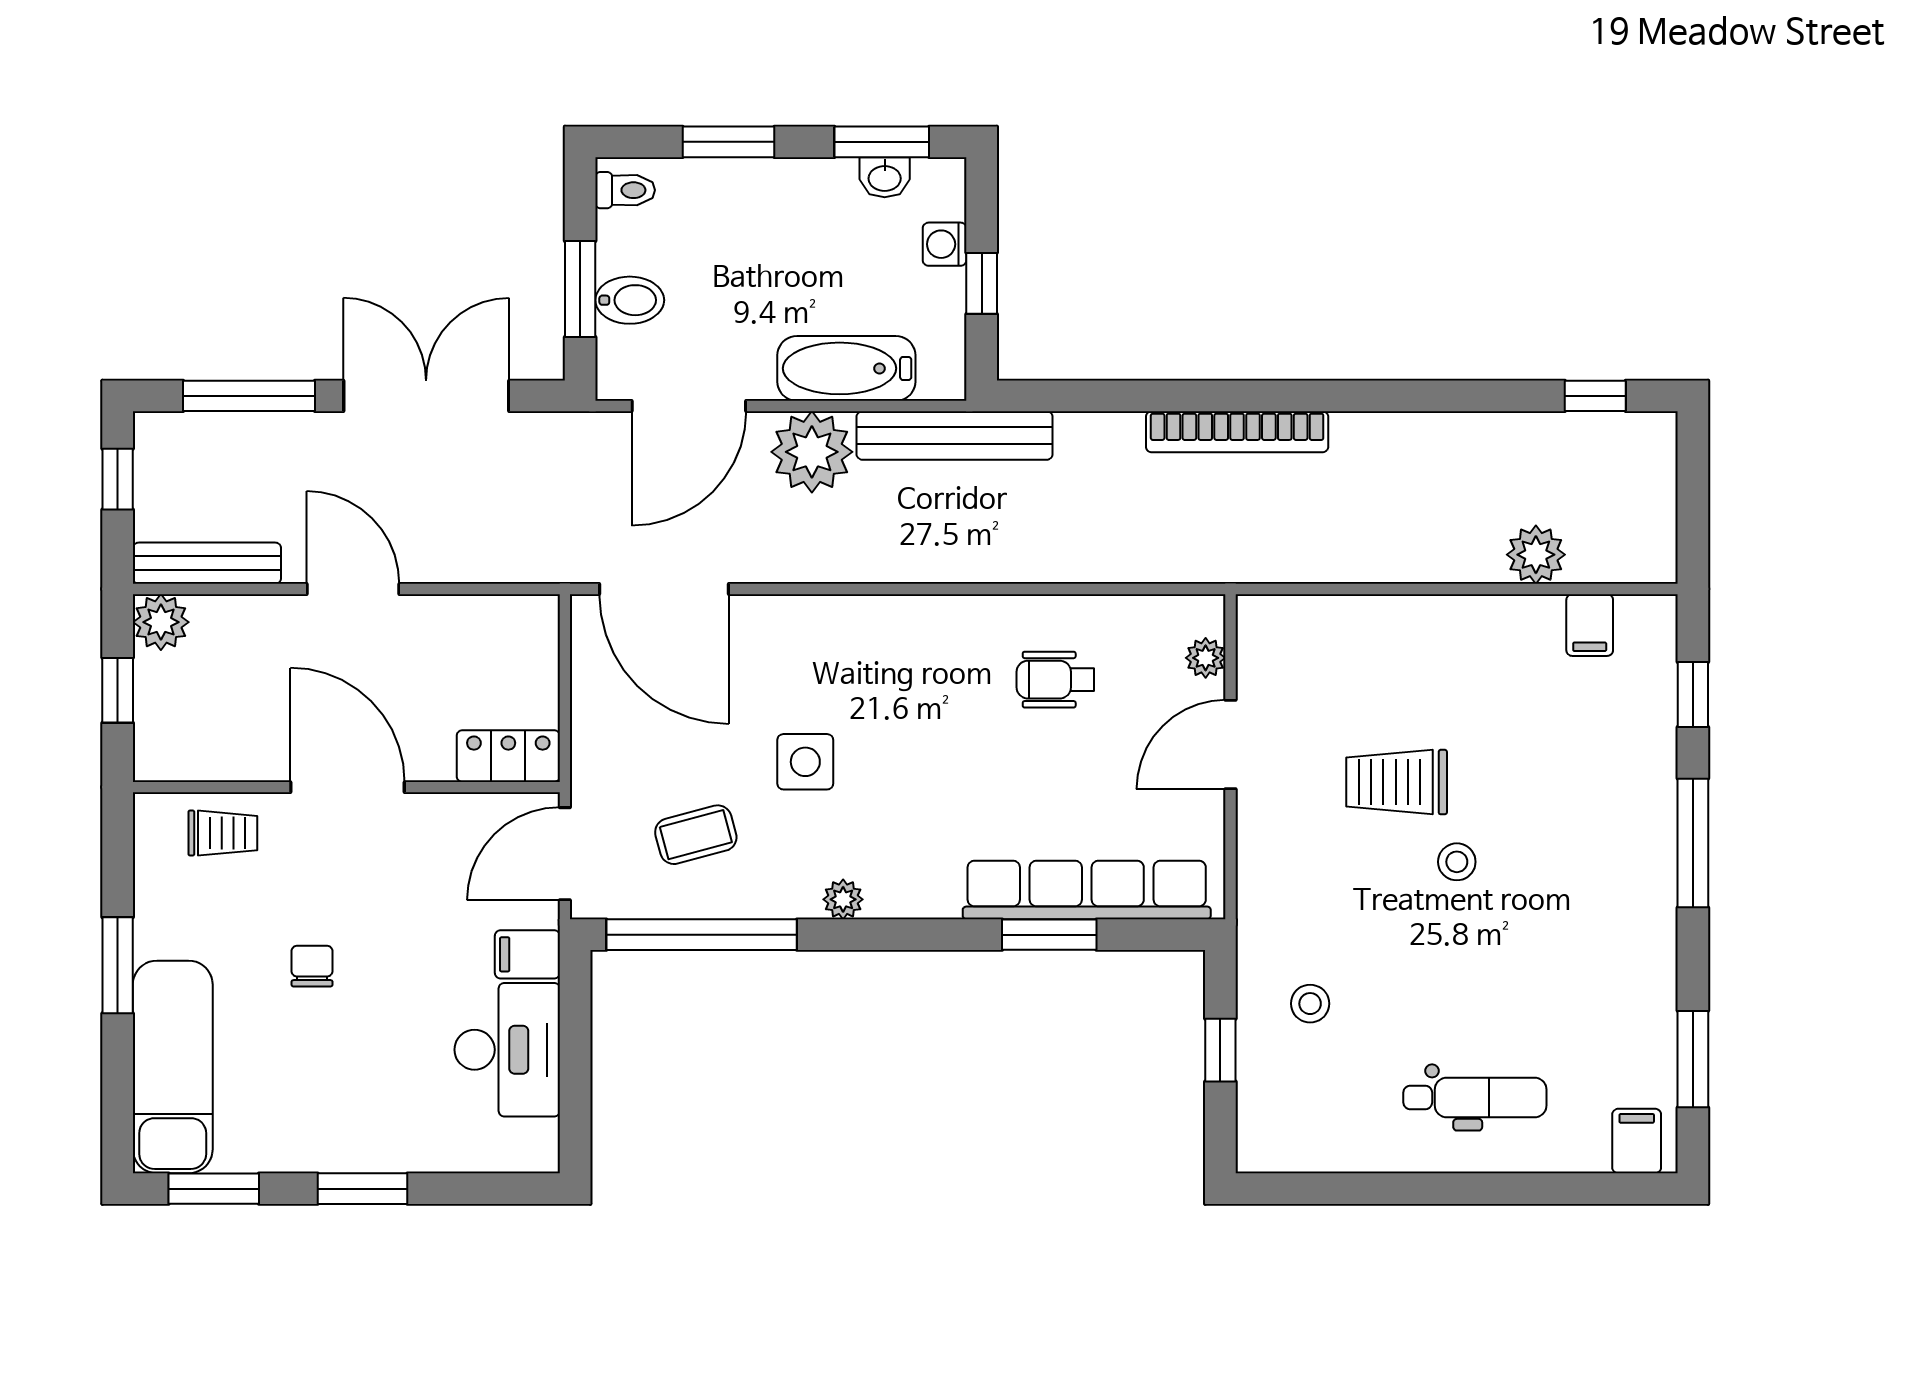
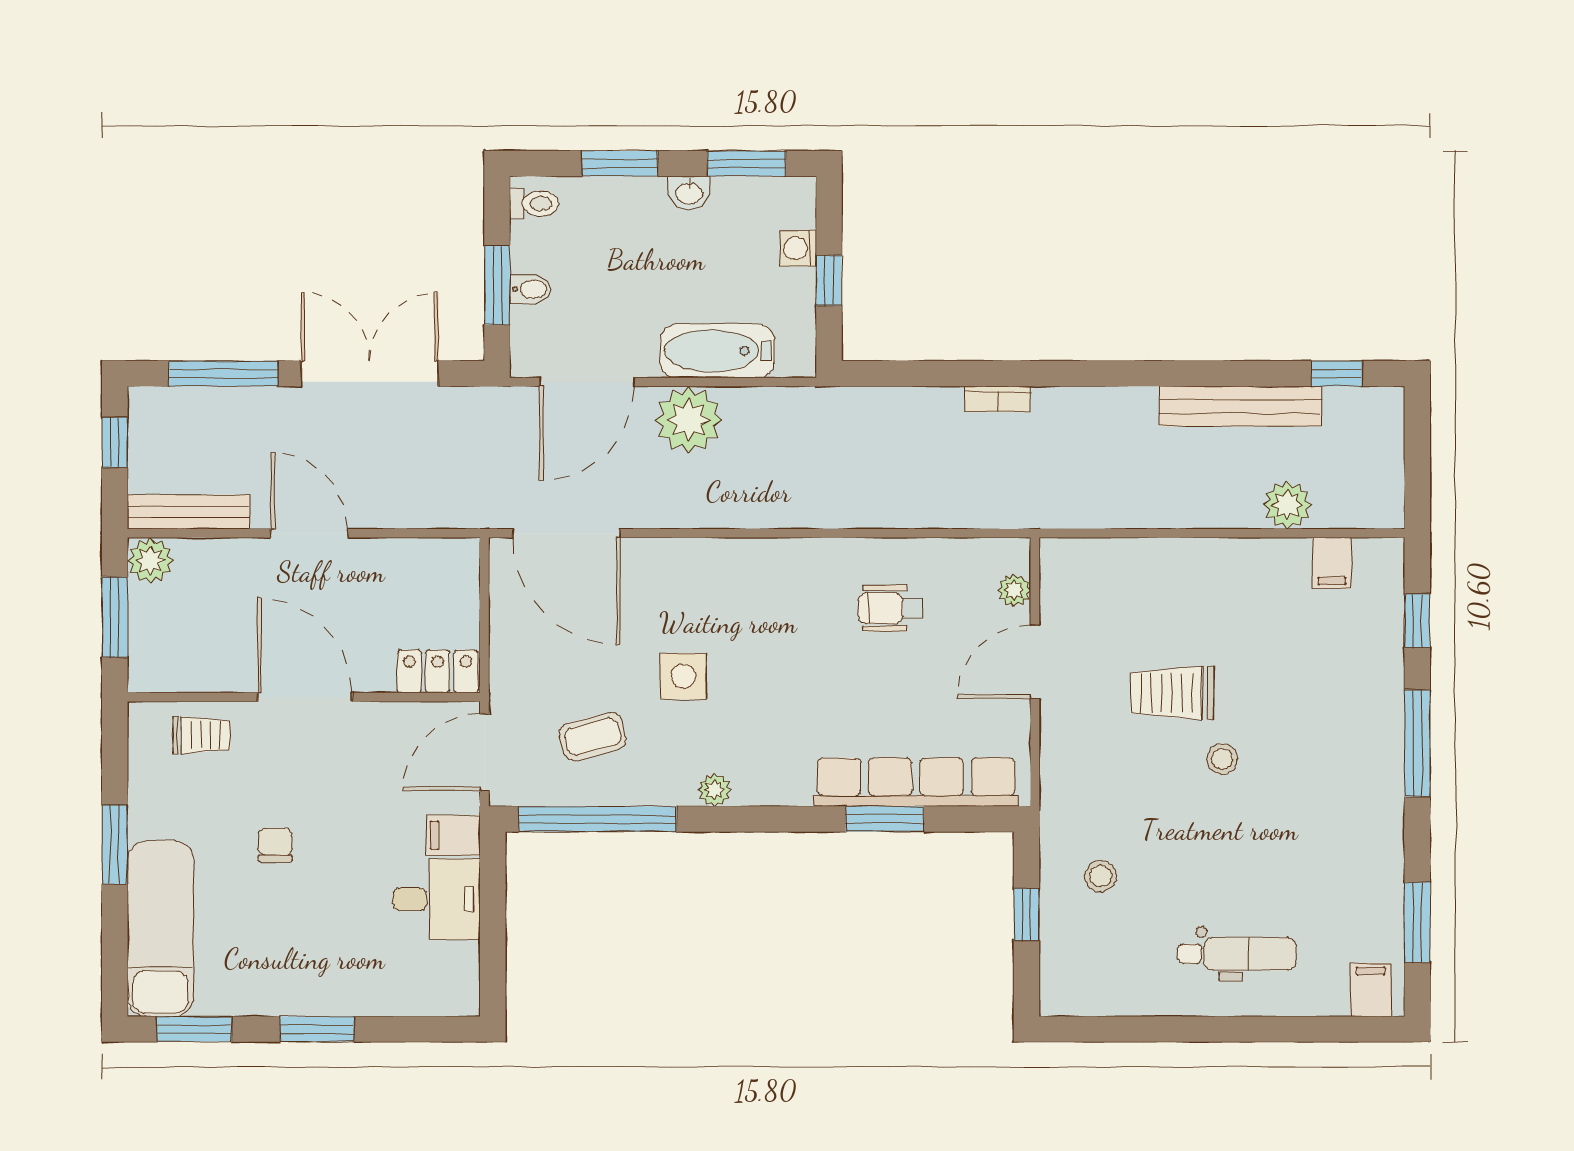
washbasin: (885, 177) -> (689, 193), moved
bidet: (630, 300) -> (531, 289), width x0.72, depth x0.74
bookcase: (1237, 432) -> (998, 399), width x0.43, depth x0.76
bench: (955, 435) -> (1240, 406), moved
window: (118, 690) -> (115, 617), width x1.50
desk: (507, 1050) -> (437, 899), width x0.73

